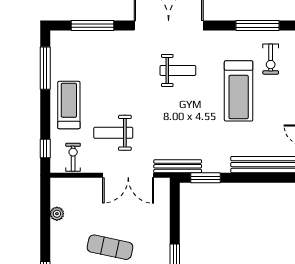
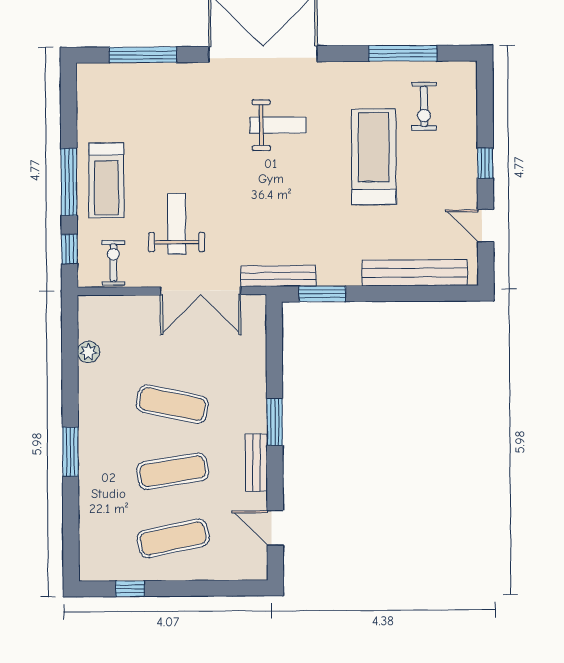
window: (45, 68) -> (69, 182), moved
treadmill: (239, 91) -> (374, 157), turned 180
treadmill: (69, 105) -> (106, 180), turned 180
weight bench: (113, 133) -> (177, 224), turned 90

